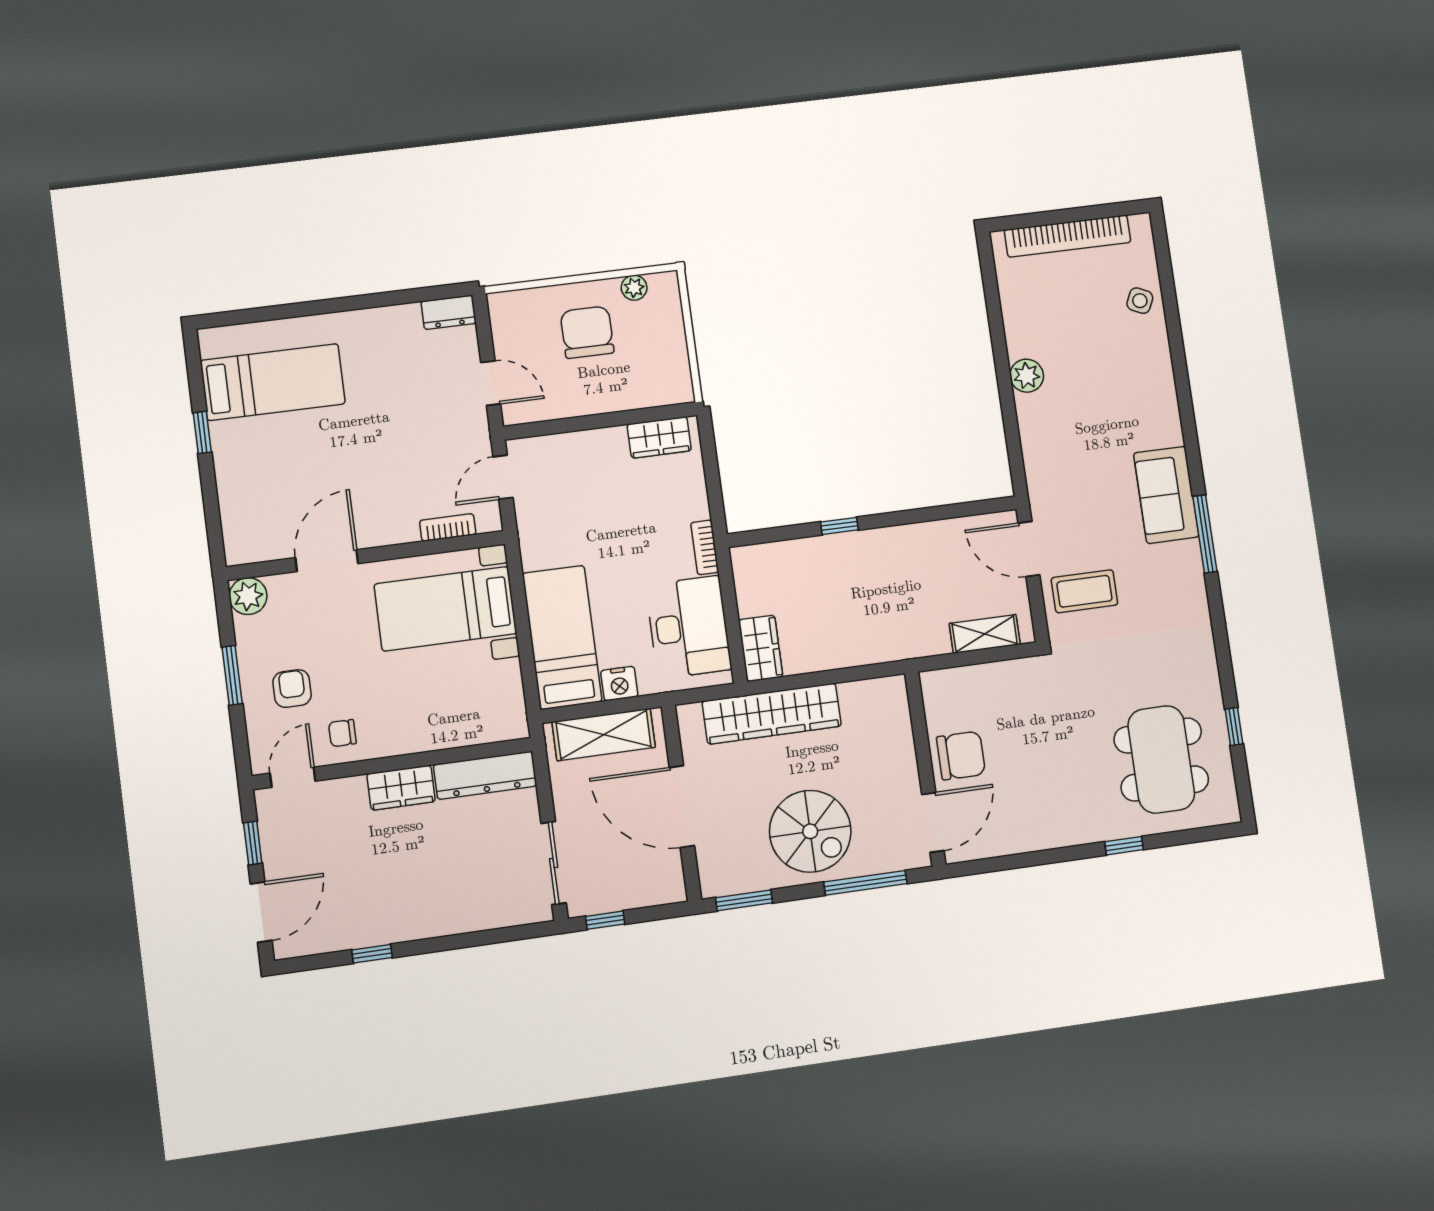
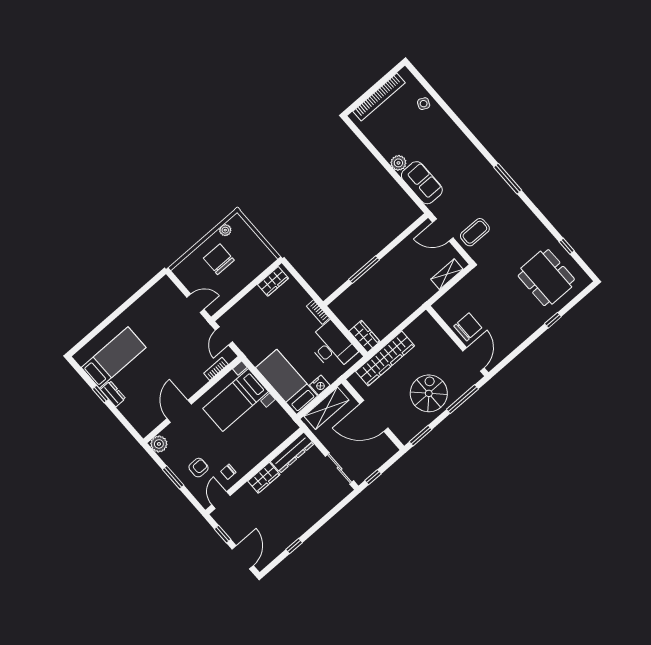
dresser: (449, 312) -> (113, 394), moved, turned -90
sofa: (1166, 495) -> (422, 183), moved, turned 180
window: (839, 526) -> (364, 270), width x2.17
armchair: (292, 689) -> (199, 468), turned 90
spiral stairs: (810, 831) -> (429, 393), turned -90

